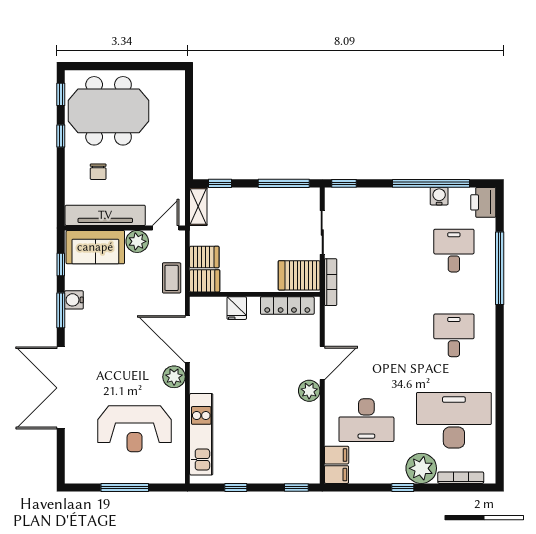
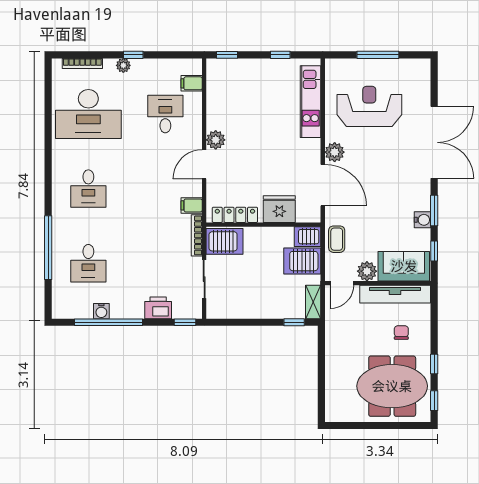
window: (284, 183) -> (238, 322), removed
printer: (483, 202) -> (158, 308), moved, turned -90
server rack: (204, 257) -> (302, 261), width x1.36, depth x1.44
fridge: (237, 308) -> (279, 209), width x1.88, depth x1.34
desk: (366, 420) -> (165, 114), width x0.73
plant: (421, 468) -> (123, 65), width x0.53, depth x0.53
filing cabinet: (337, 475) -> (192, 205), moved

